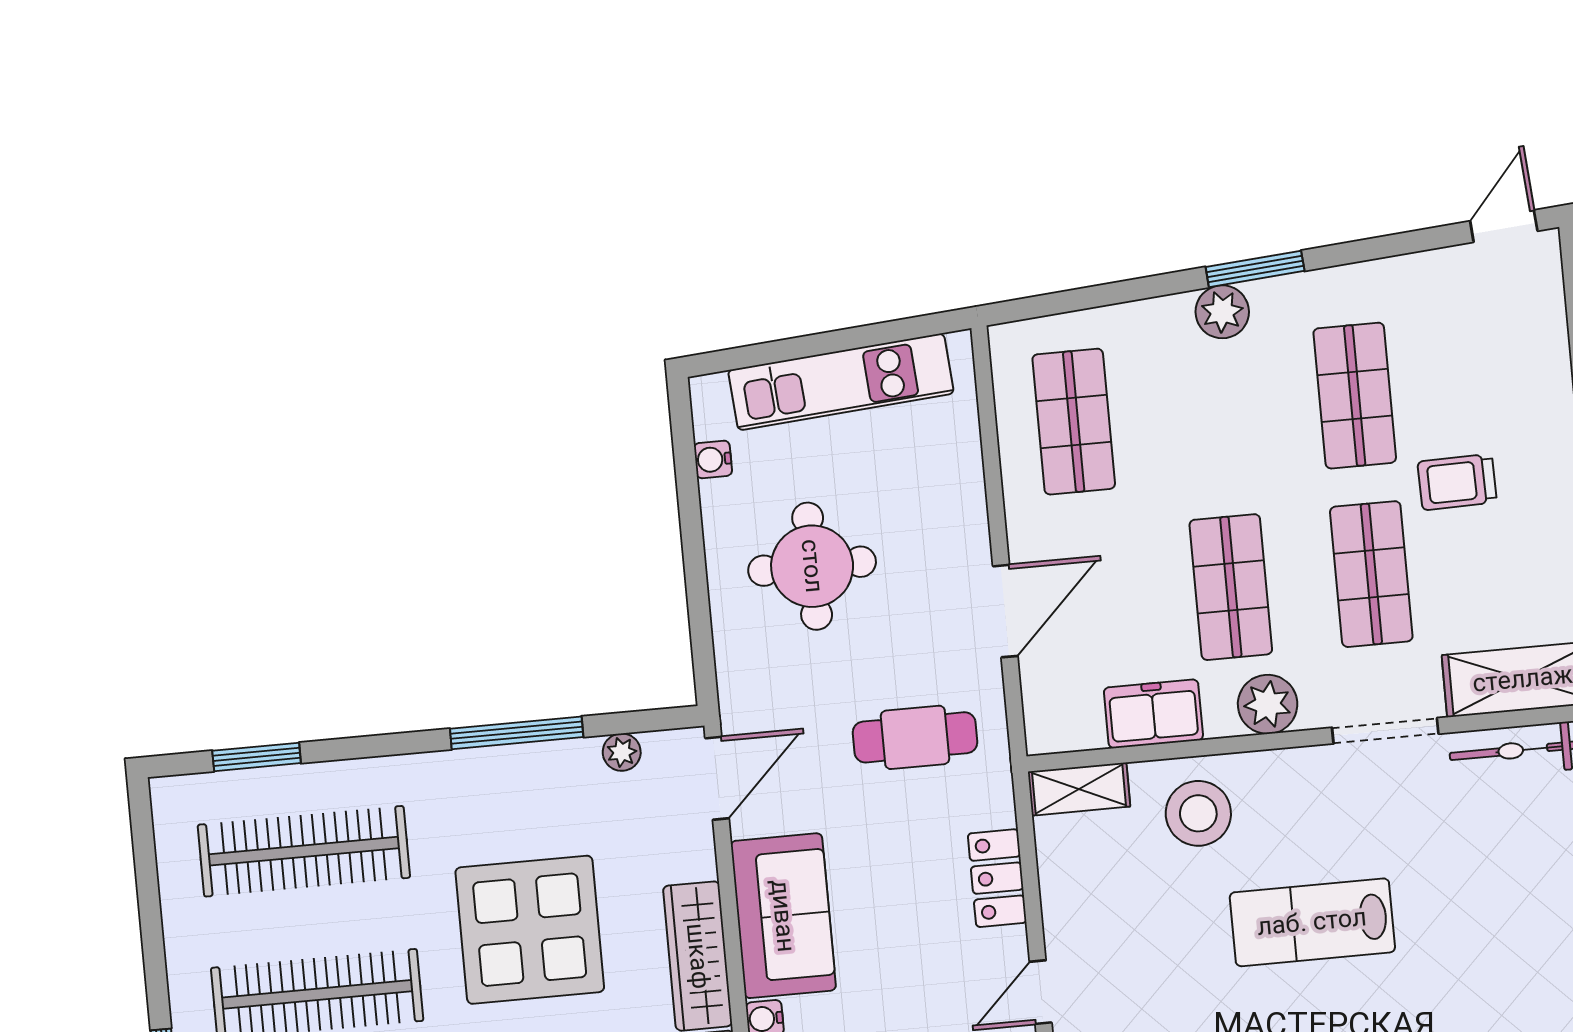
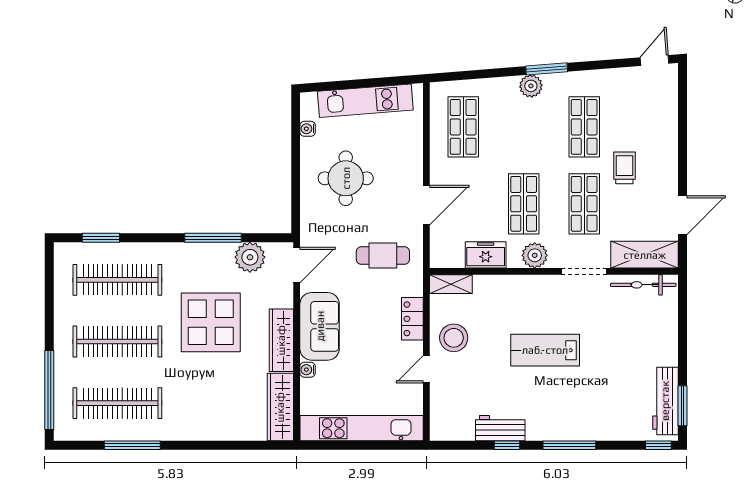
trolley: (1457, 482) -> (624, 168), turned 91
plant: (622, 752) -> (250, 257), width x1.88, depth x1.88
stool: (1198, 813) -> (454, 338), moved

